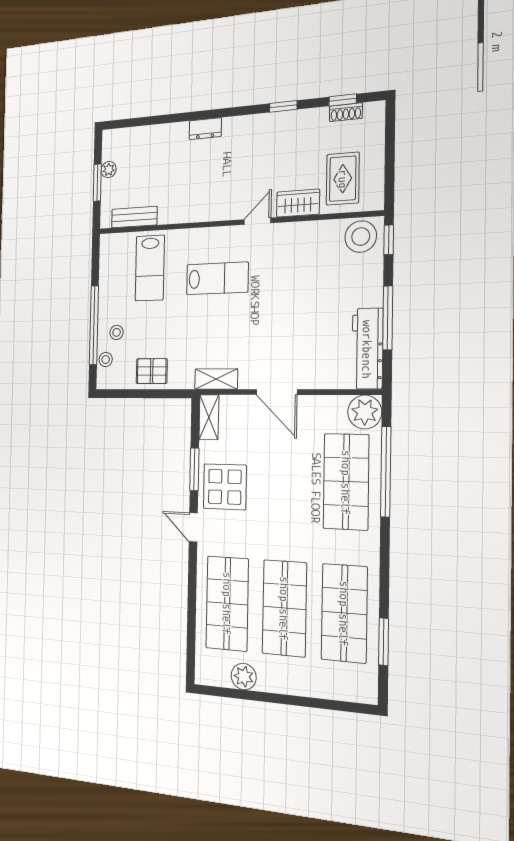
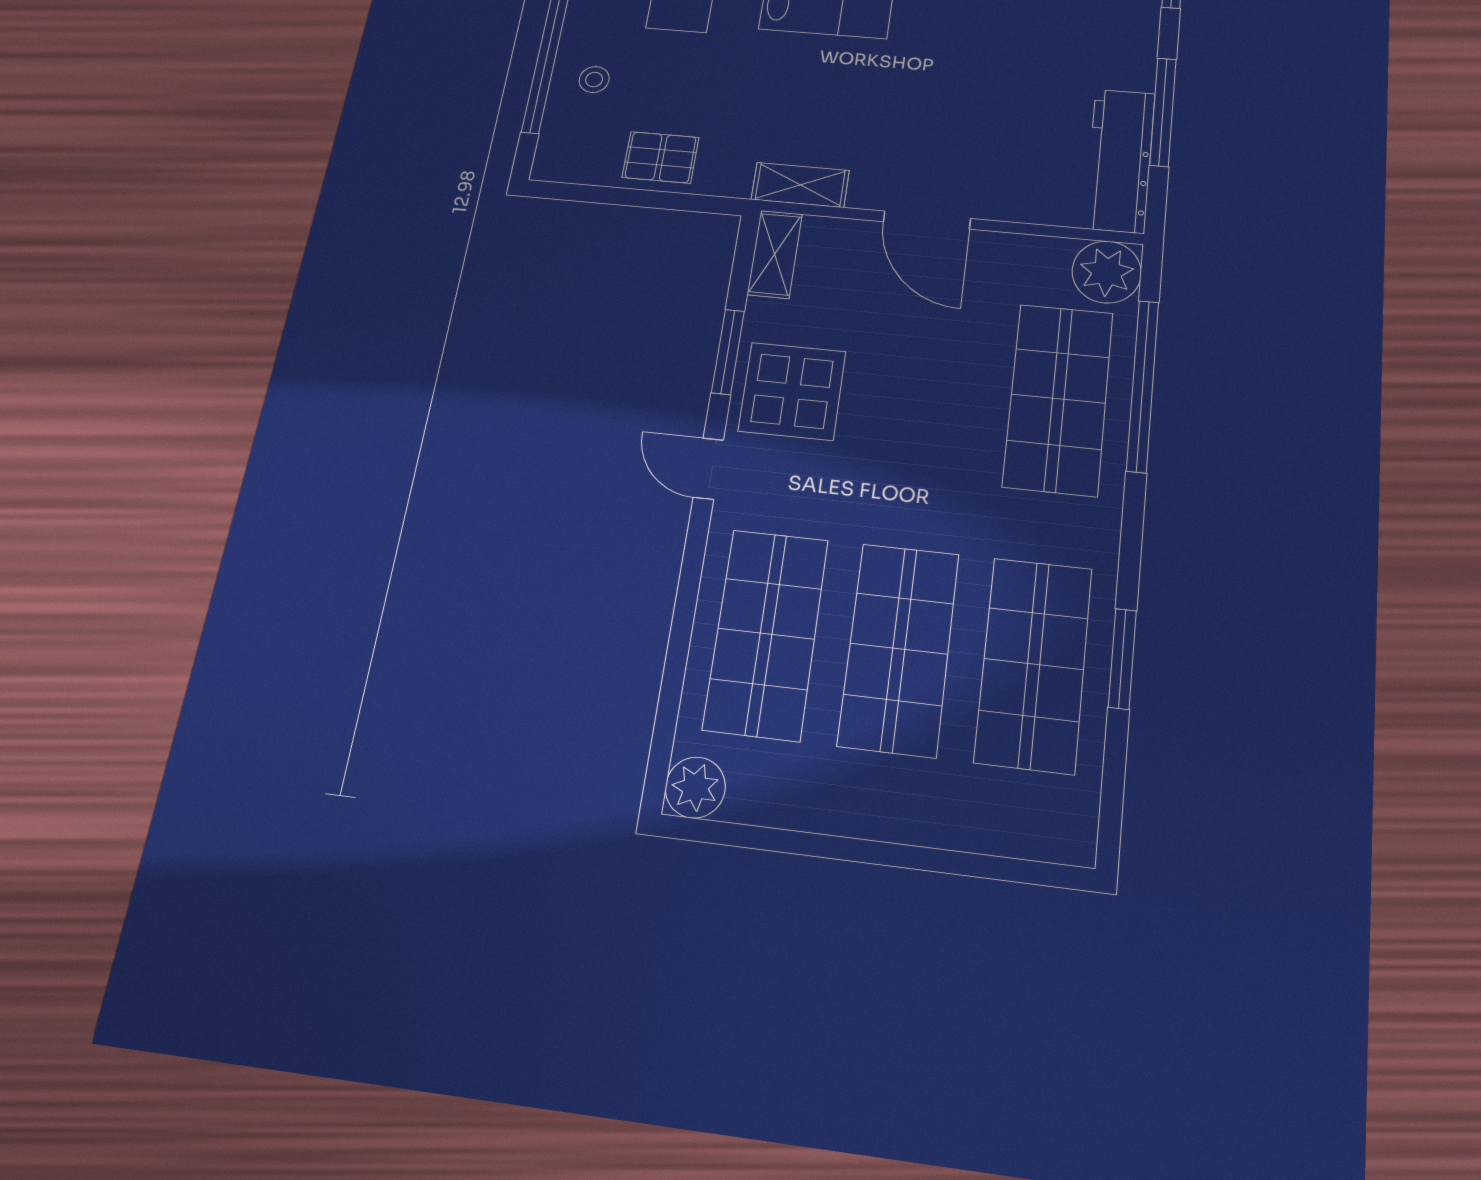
stool: (106, 360) -> (560, 126), removed
window: (384, 642) -> (1122, 659), moved
plant: (244, 677) -> (695, 787), moved

